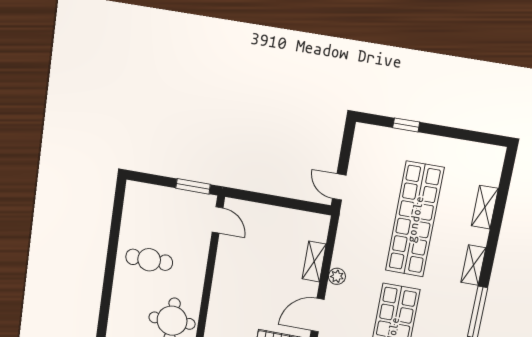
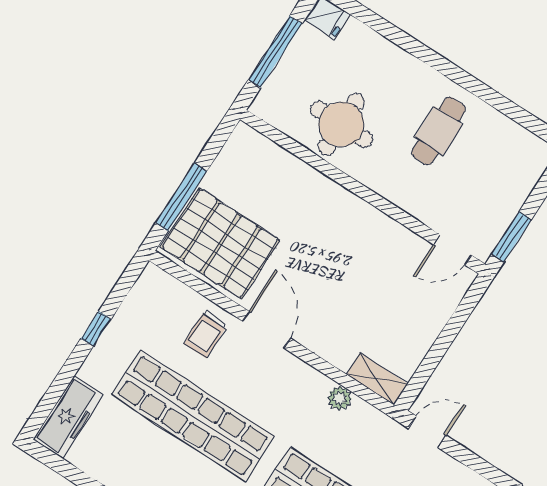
shelving: (314, 262) -> (377, 379), moved
plant: (337, 276) -> (340, 398), moved

